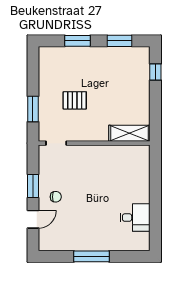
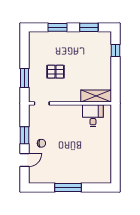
desk: (135, 218) -> (93, 116), moved, turned -90

